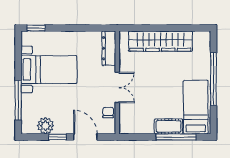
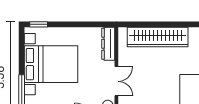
bed with nightstands: (49, 69) -> (51, 64), width x1.36

